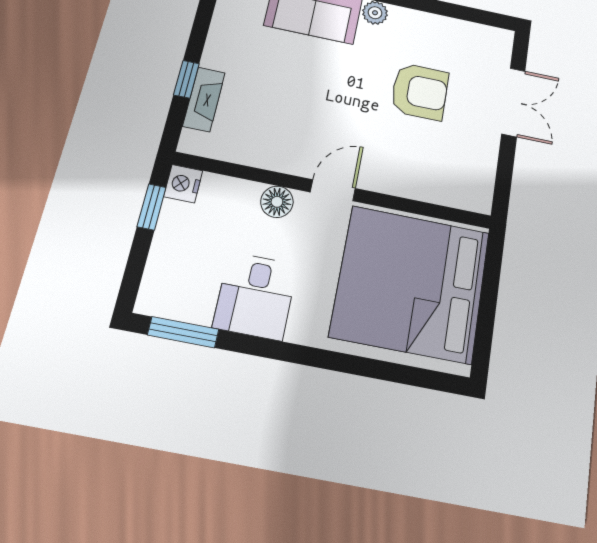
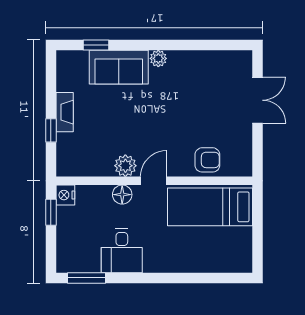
armchair: (420, 92) -> (207, 160), moved, width x0.72, depth x0.72
fireplace: (204, 99) -> (65, 112), moved
plant: (292, 157) -> (125, 166), added
bed: (411, 284) -> (210, 207), width x0.49

